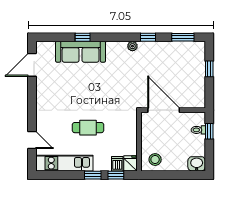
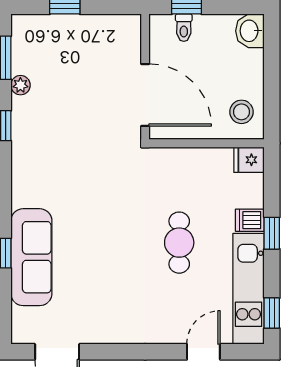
plant: (132, 46) -> (20, 85), moved
door: (164, 110) -> (145, 95), swing flipped
dishwasher: (117, 164) -> (250, 220), moved
window: (116, 175) -> (272, 313), moved

